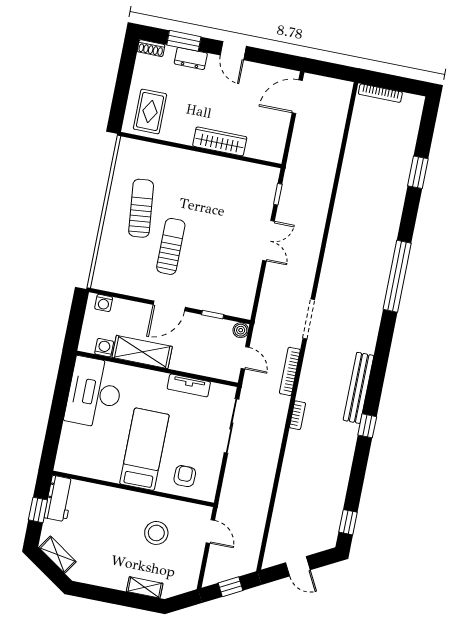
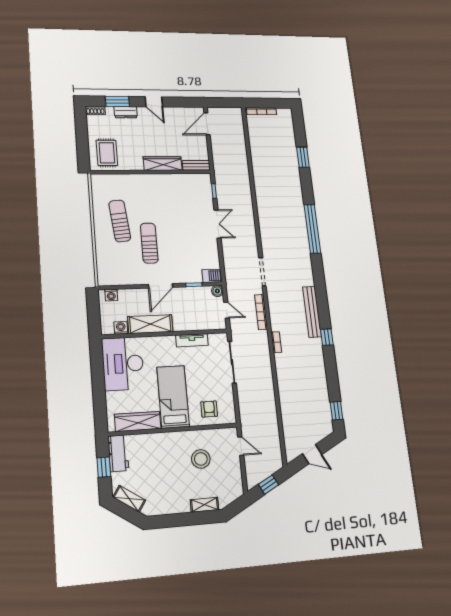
bench: (264, 153) -> (196, 165), added
barbecue: (240, 309) -> (212, 276), added
wardrobe: (93, 467) -> (138, 421), added

